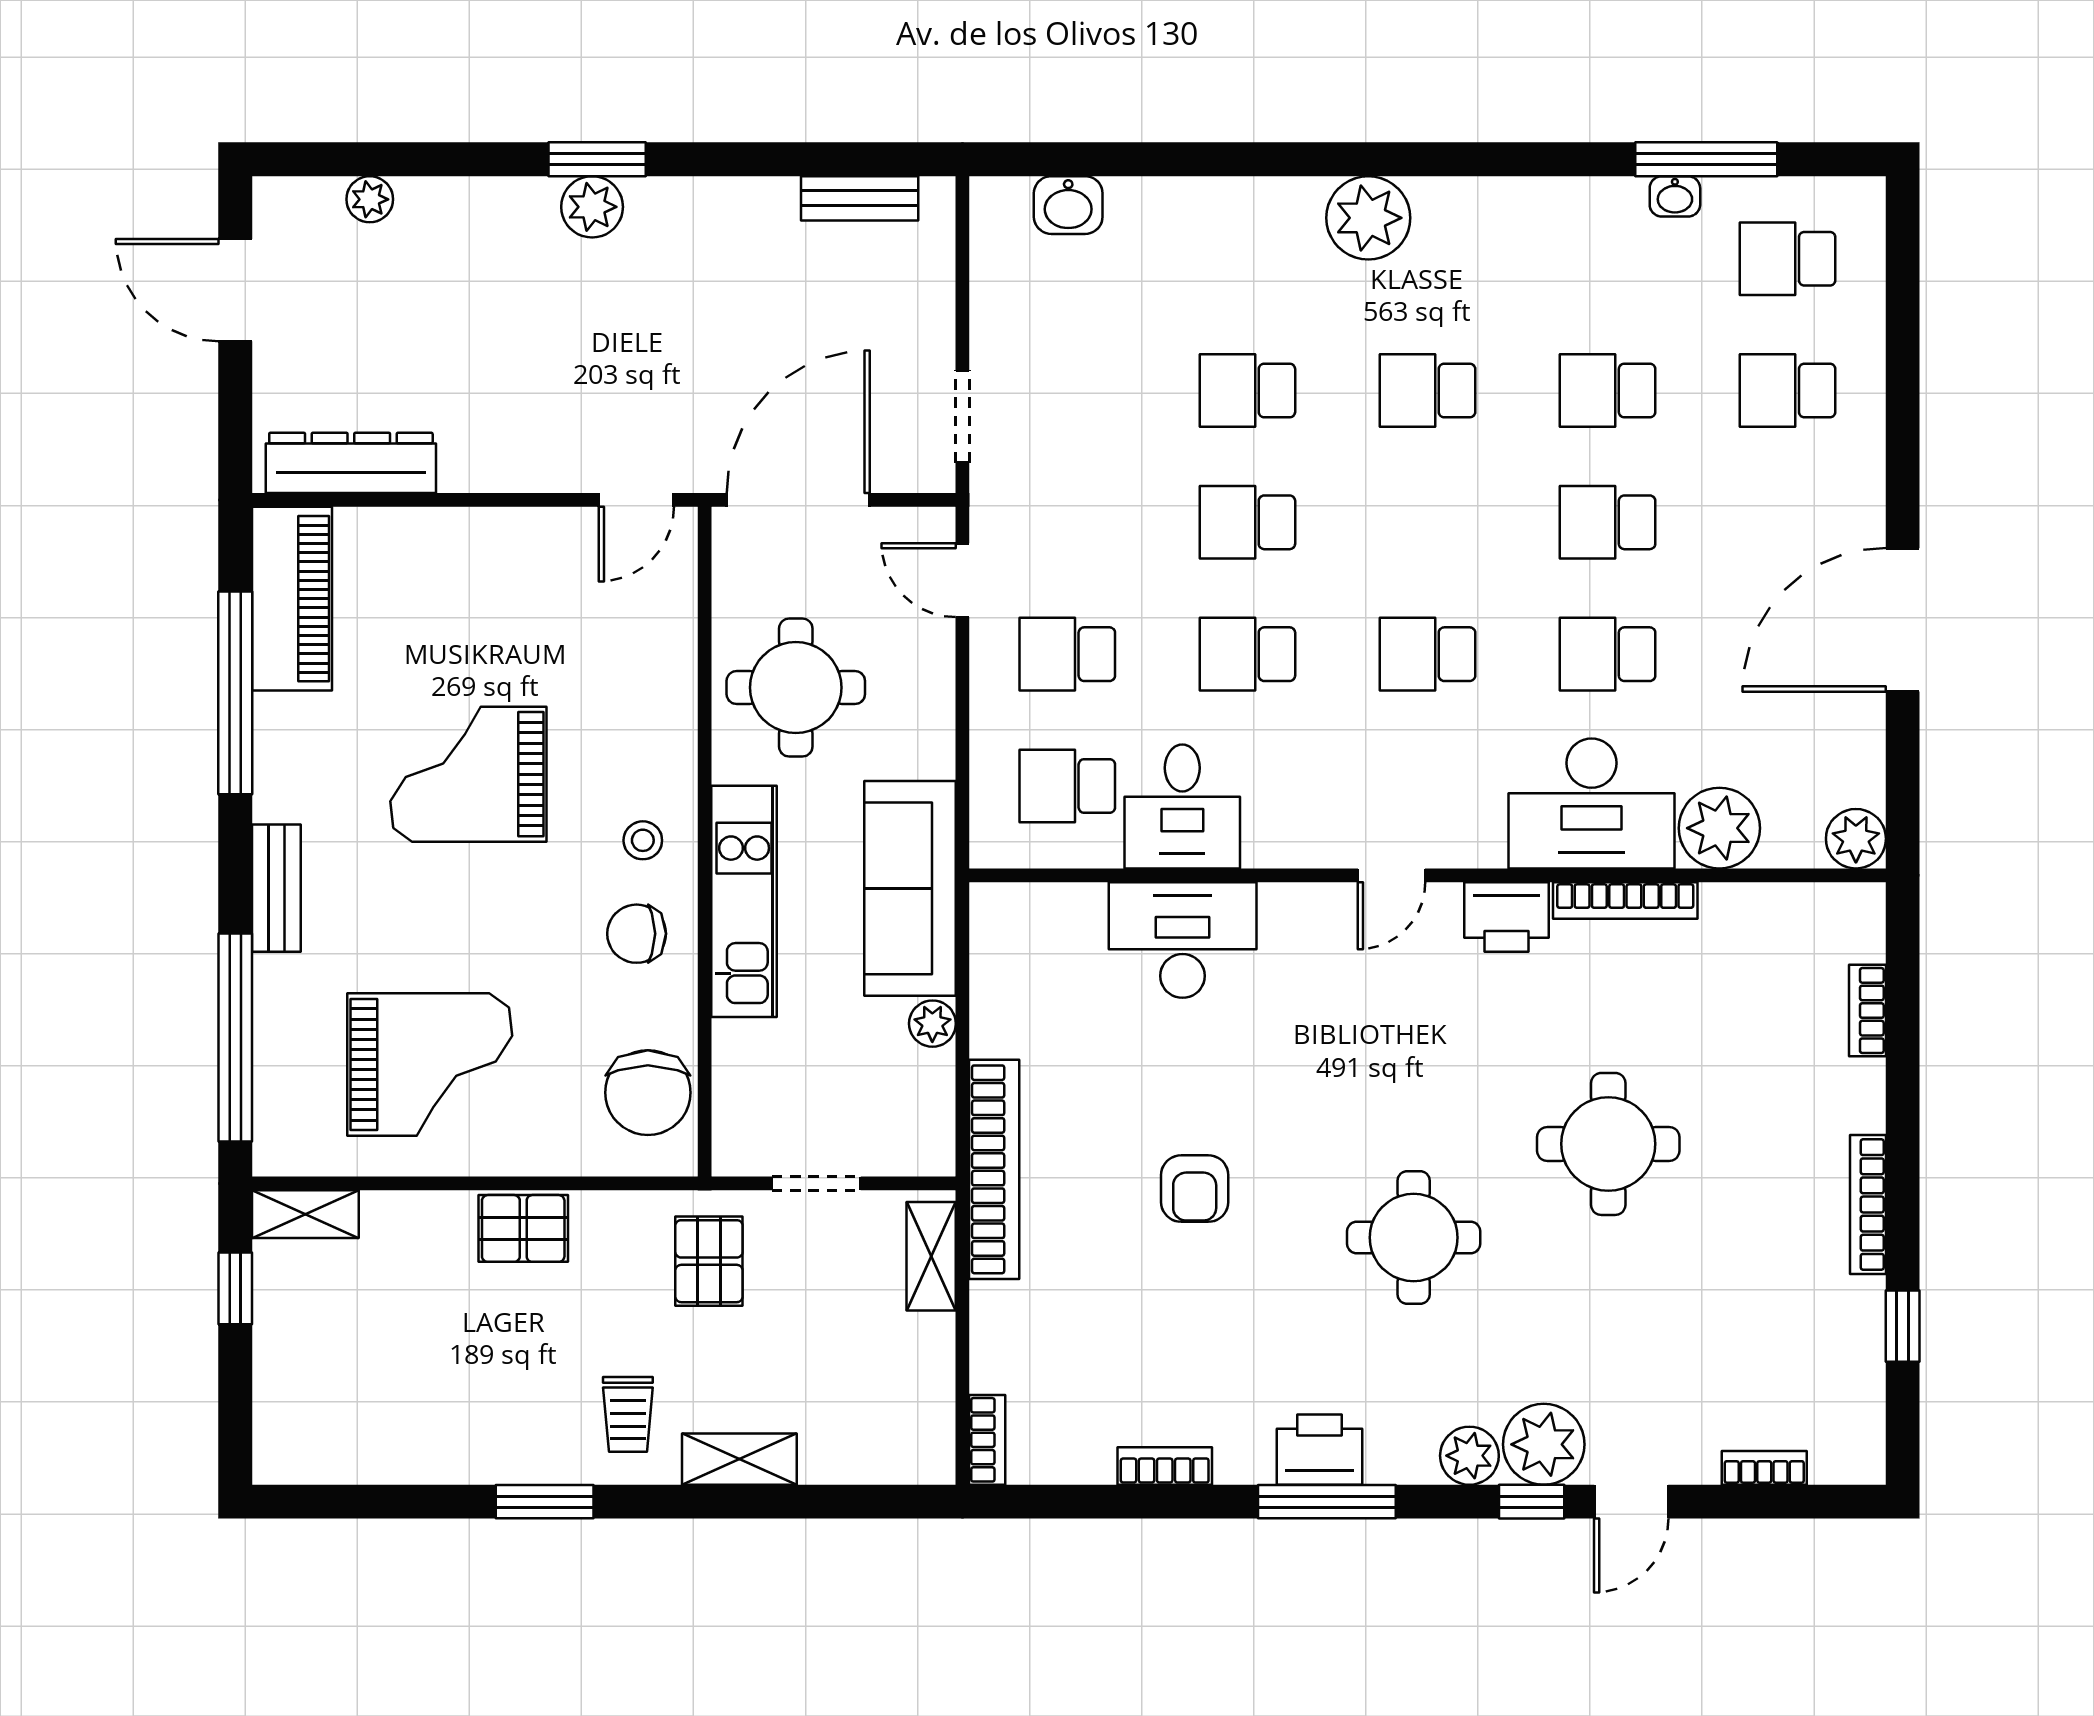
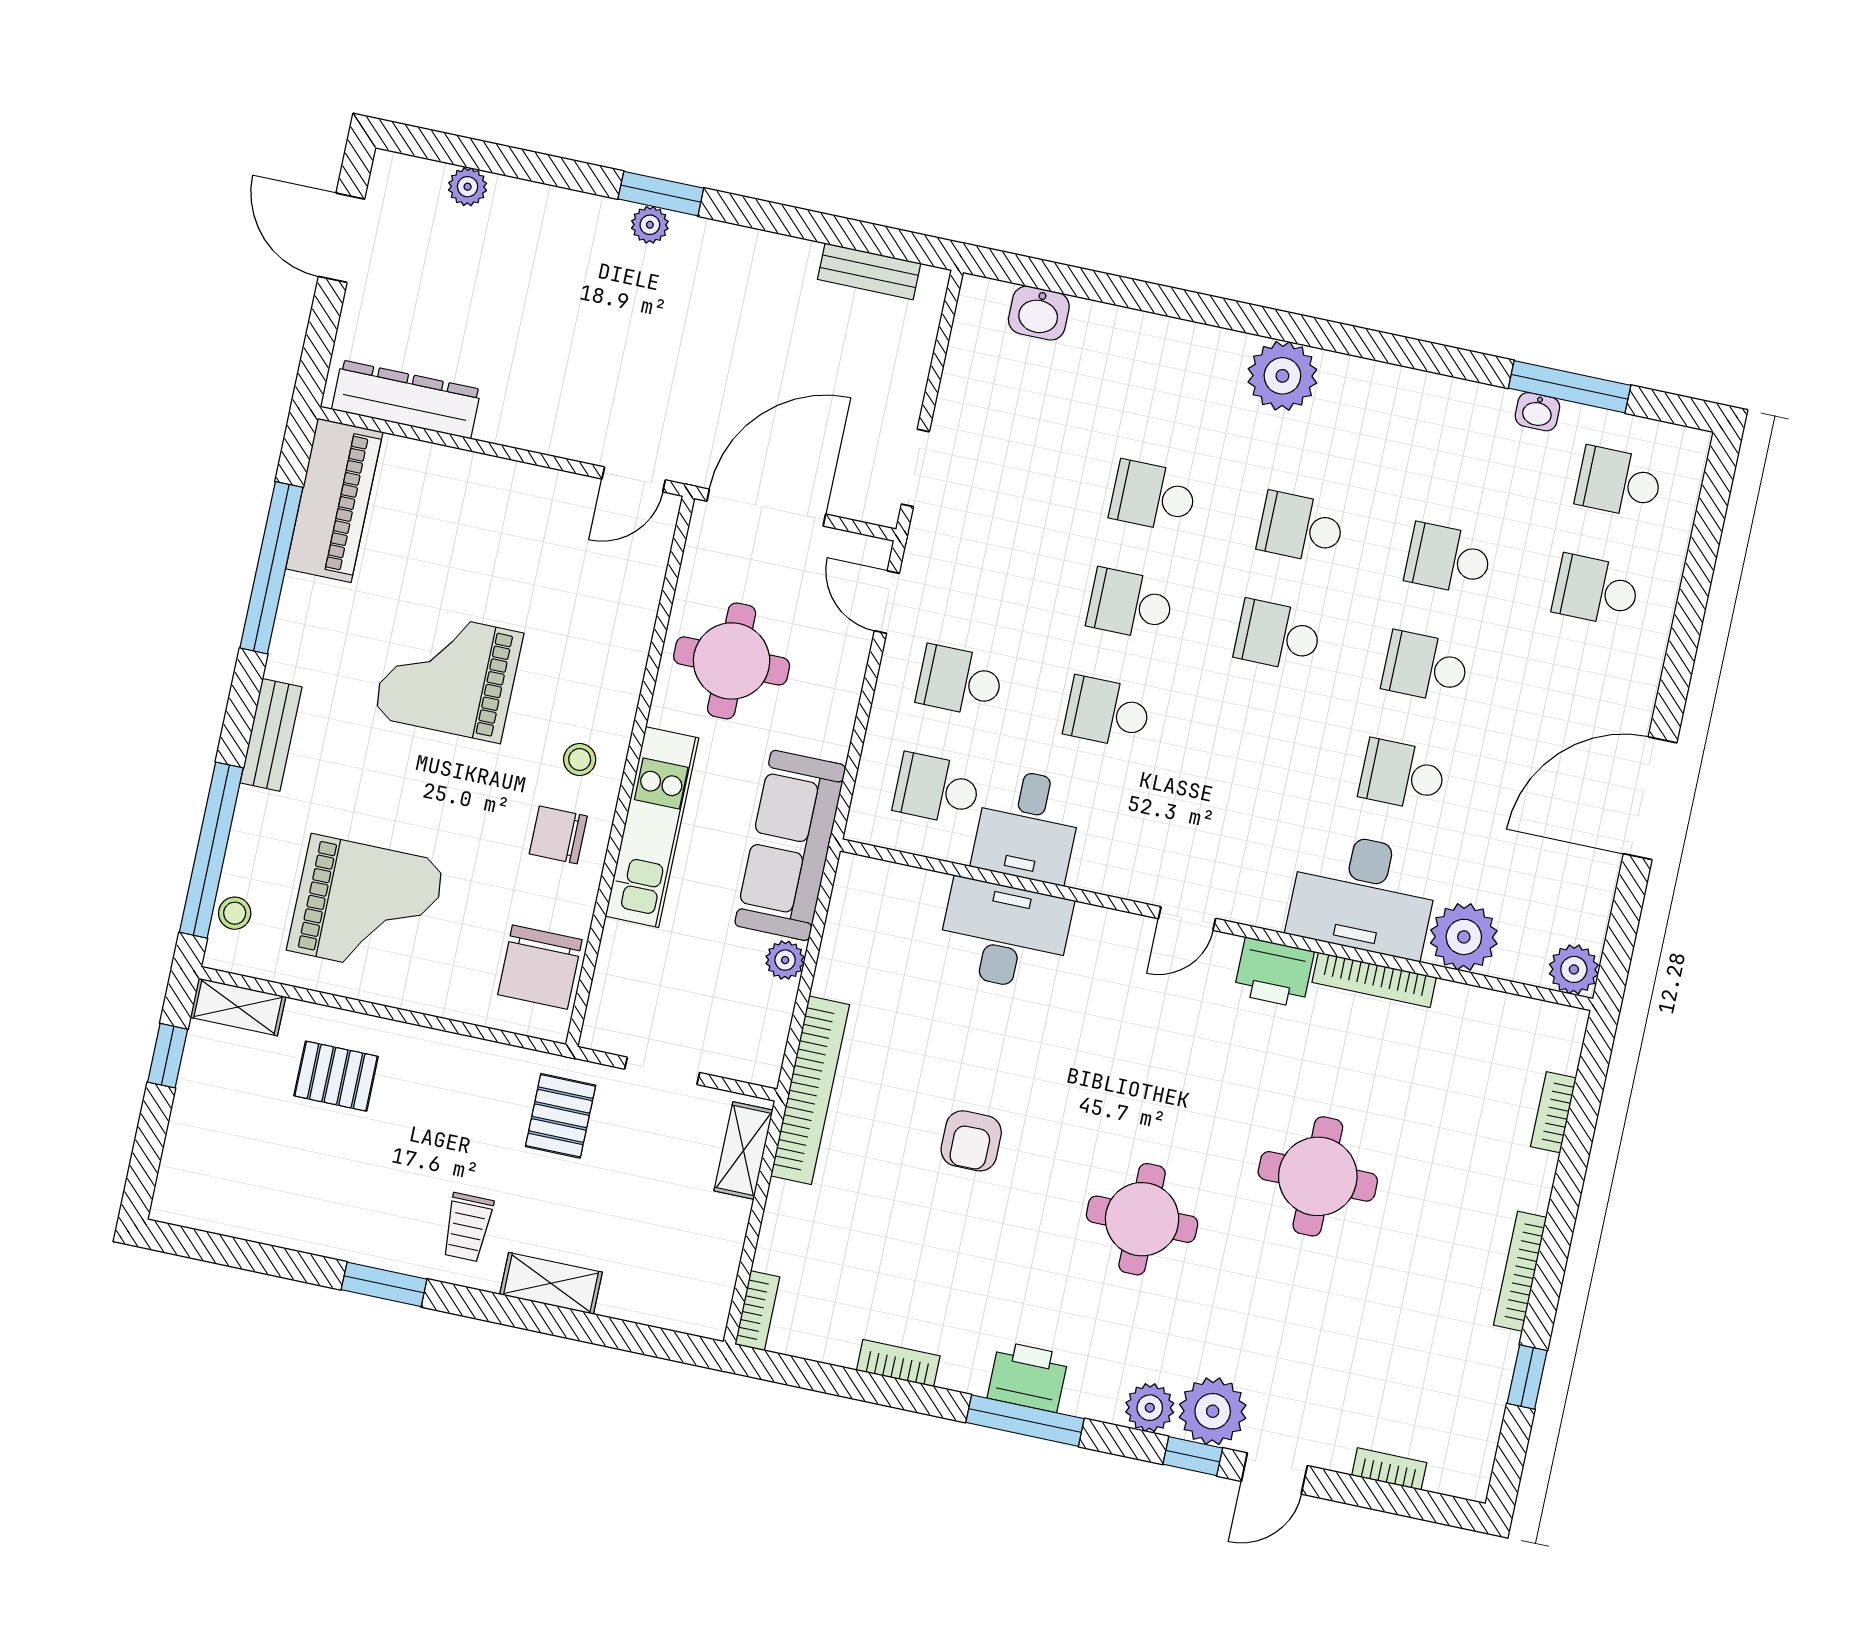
plant: (592, 207) -> (650, 225), width x0.73, depth x0.73
school desk: (1427, 654) -> (1278, 636), moved
stool: (278, 1105) -> (235, 913), added
pallet: (523, 1228) -> (336, 1076), moved

